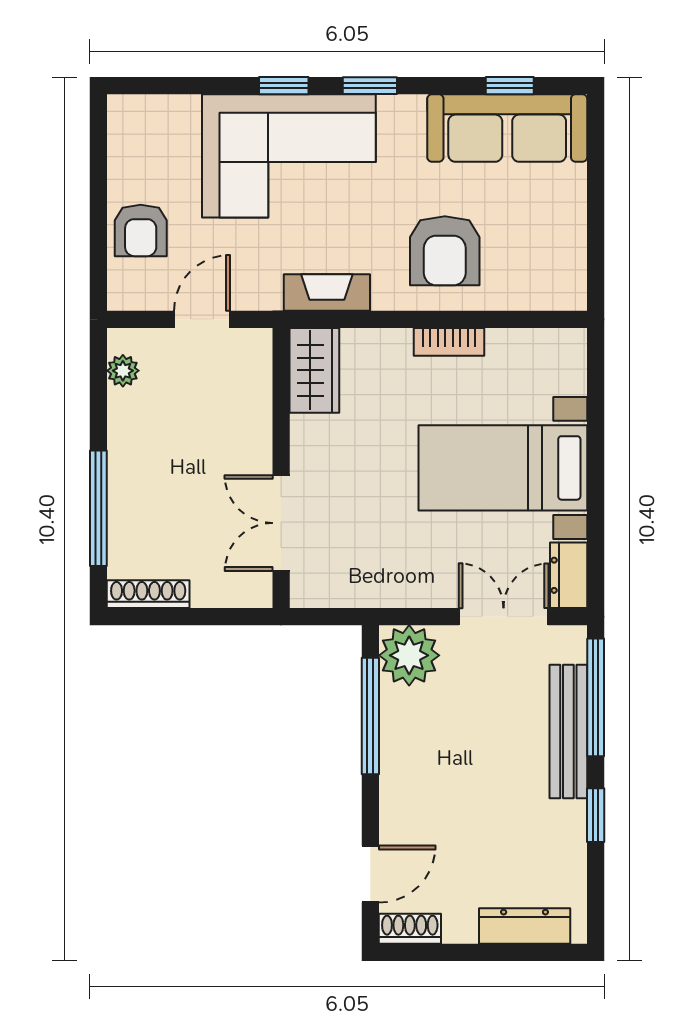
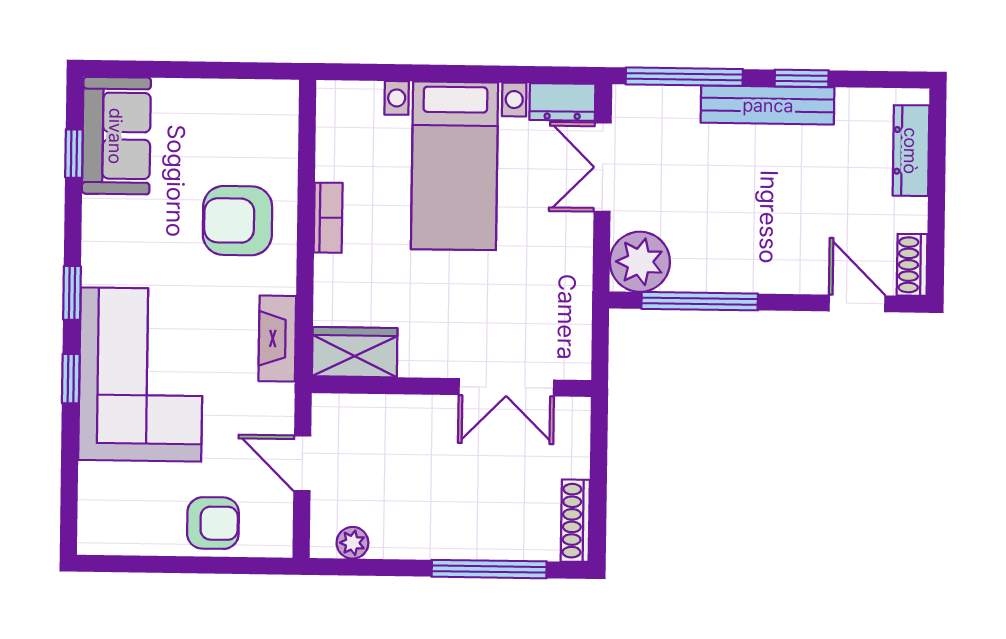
sofa: (507, 128) -> (116, 136), width x0.73
armchair: (445, 251) -> (237, 221), turned 180
bench: (568, 732) -> (768, 105), moved

